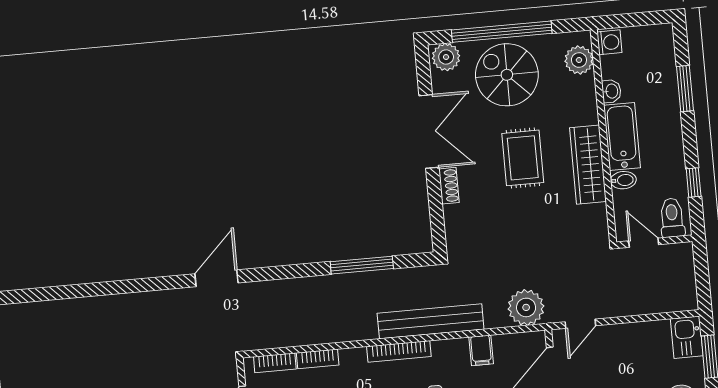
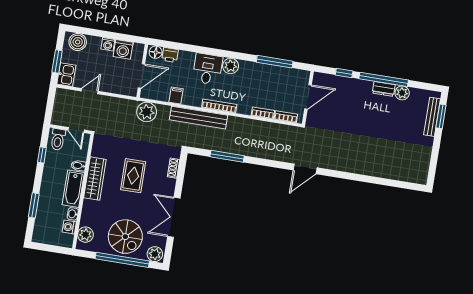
washing machine: (609, 42) -> (69, 227), moved
rug: (523, 158) -> (133, 176), moved
shoe rack: (449, 186) -> (174, 168), moved
door: (580, 324) -> (90, 91), moved

